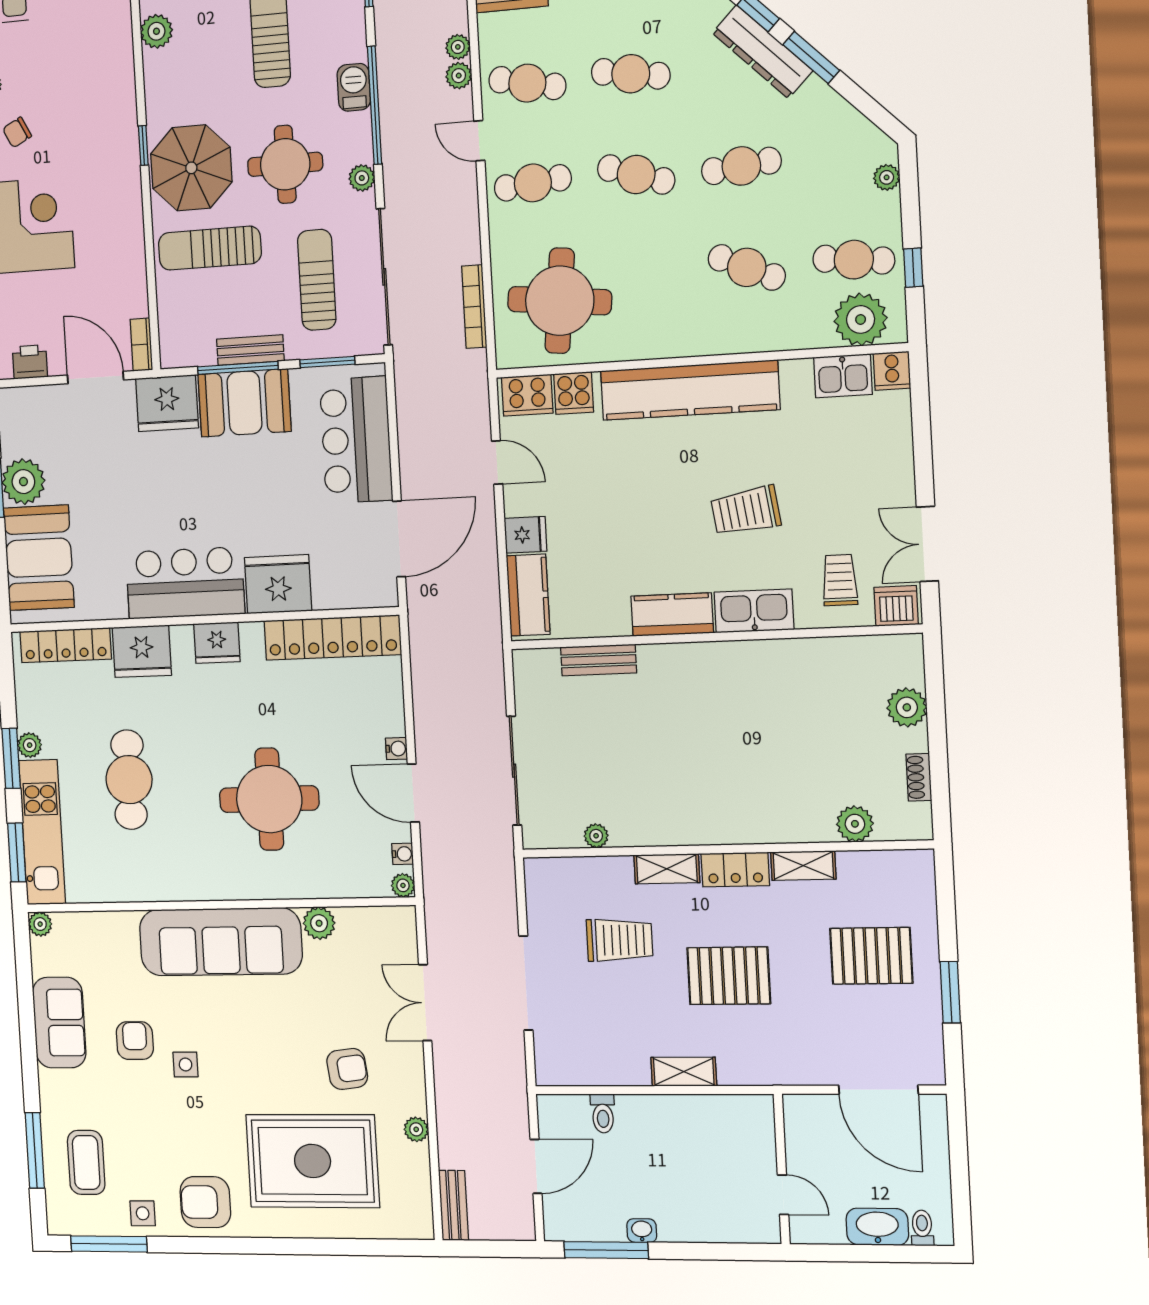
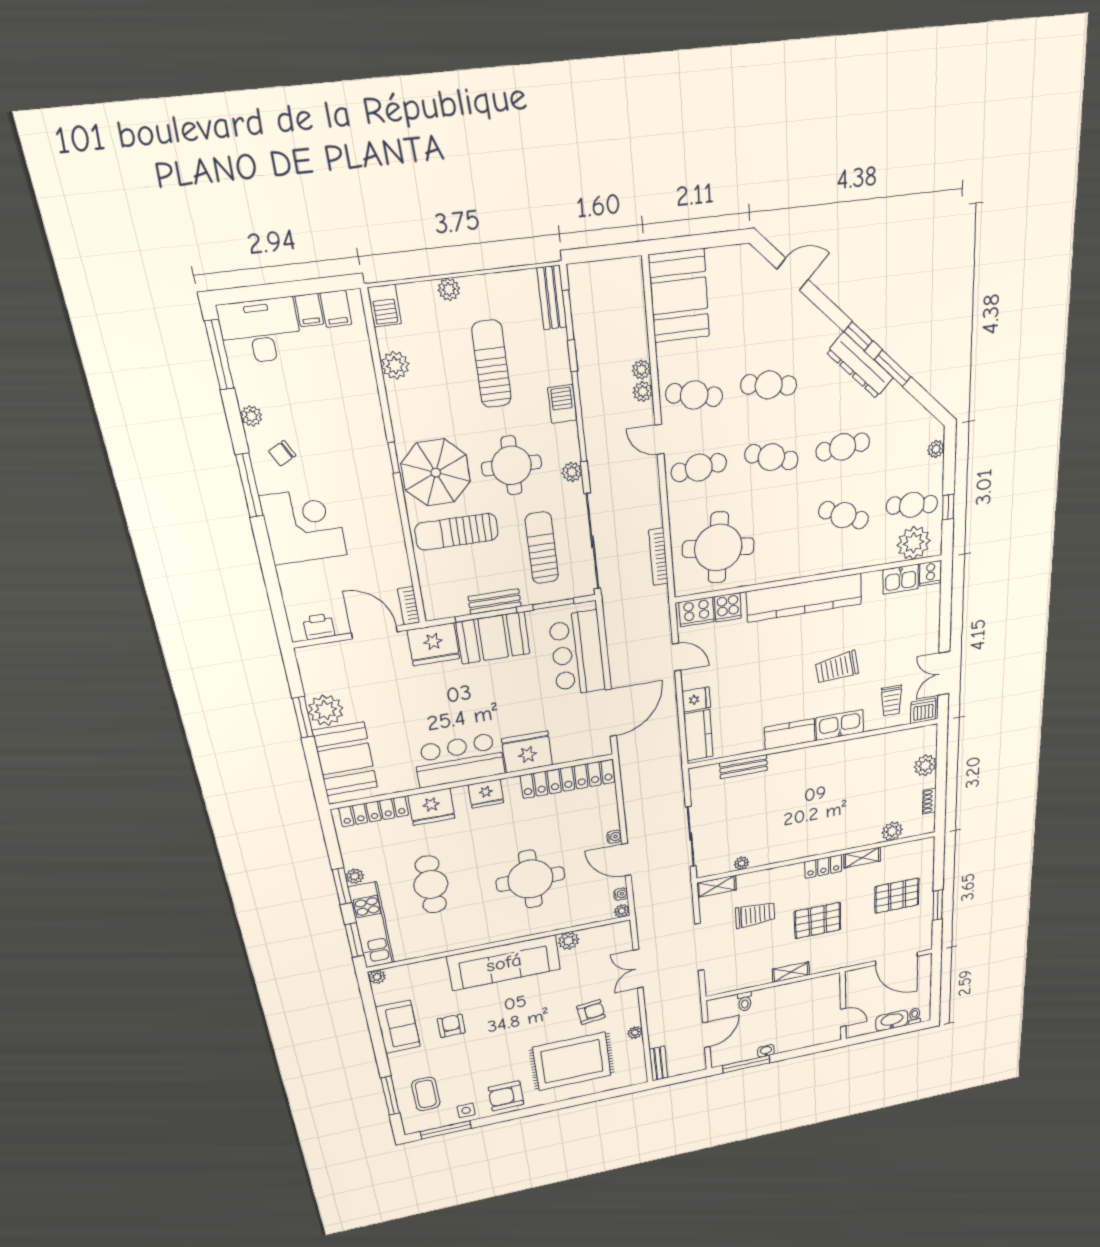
trolley: (840, 580) -> (892, 701), turned 180
shelving: (667, 869) -> (717, 886), moved
side table: (186, 1065) -> (487, 1031), removed

